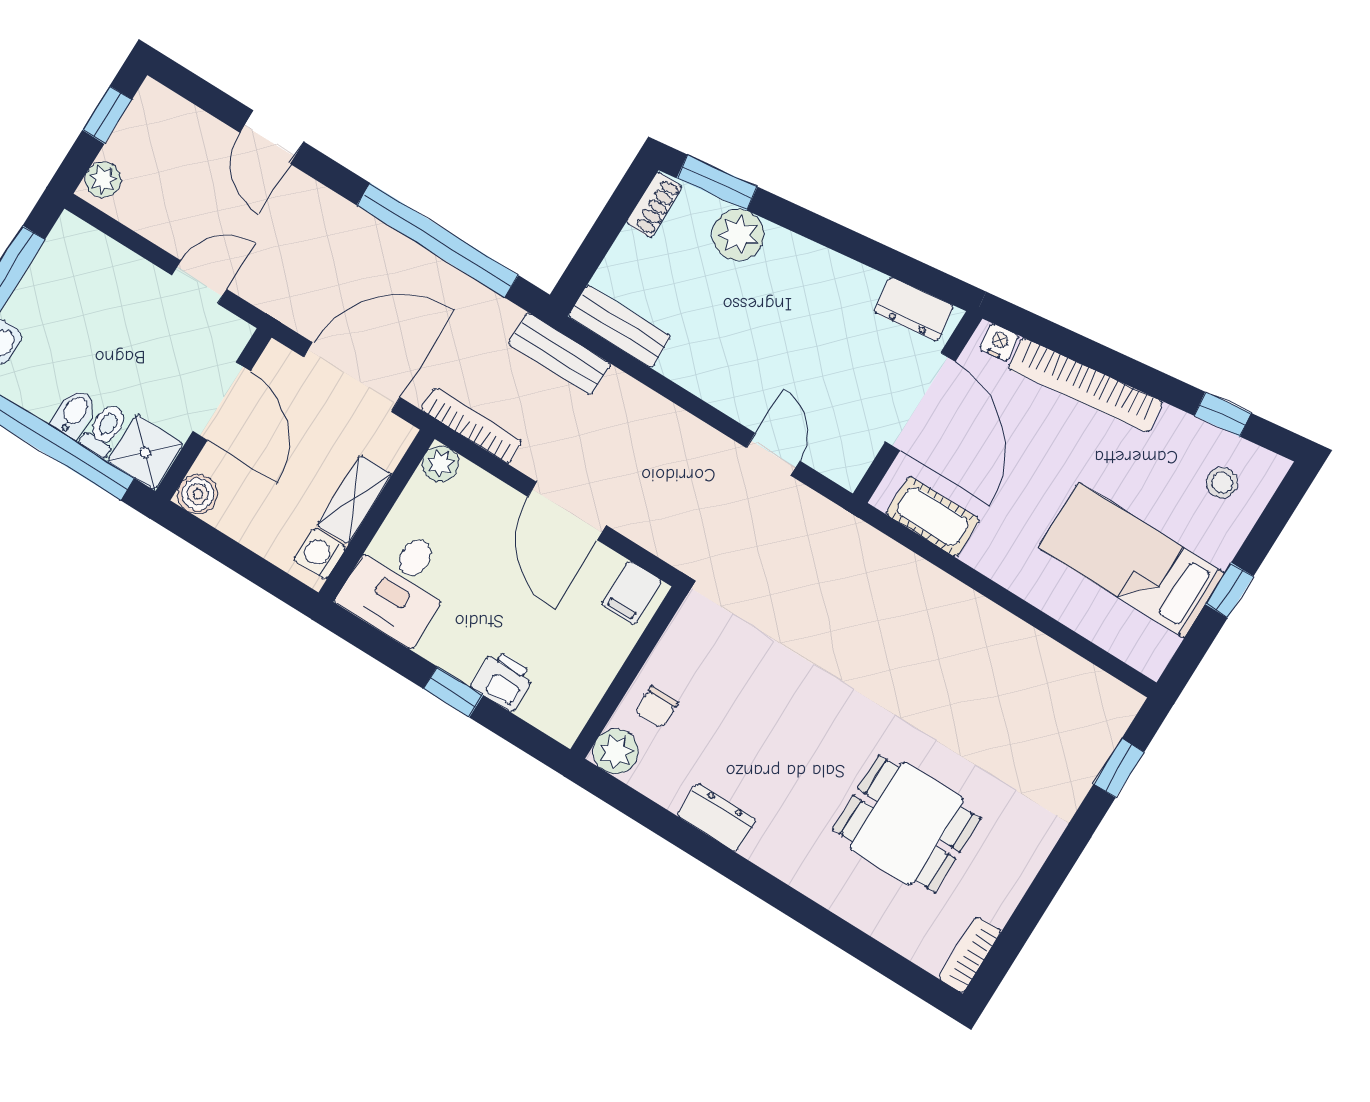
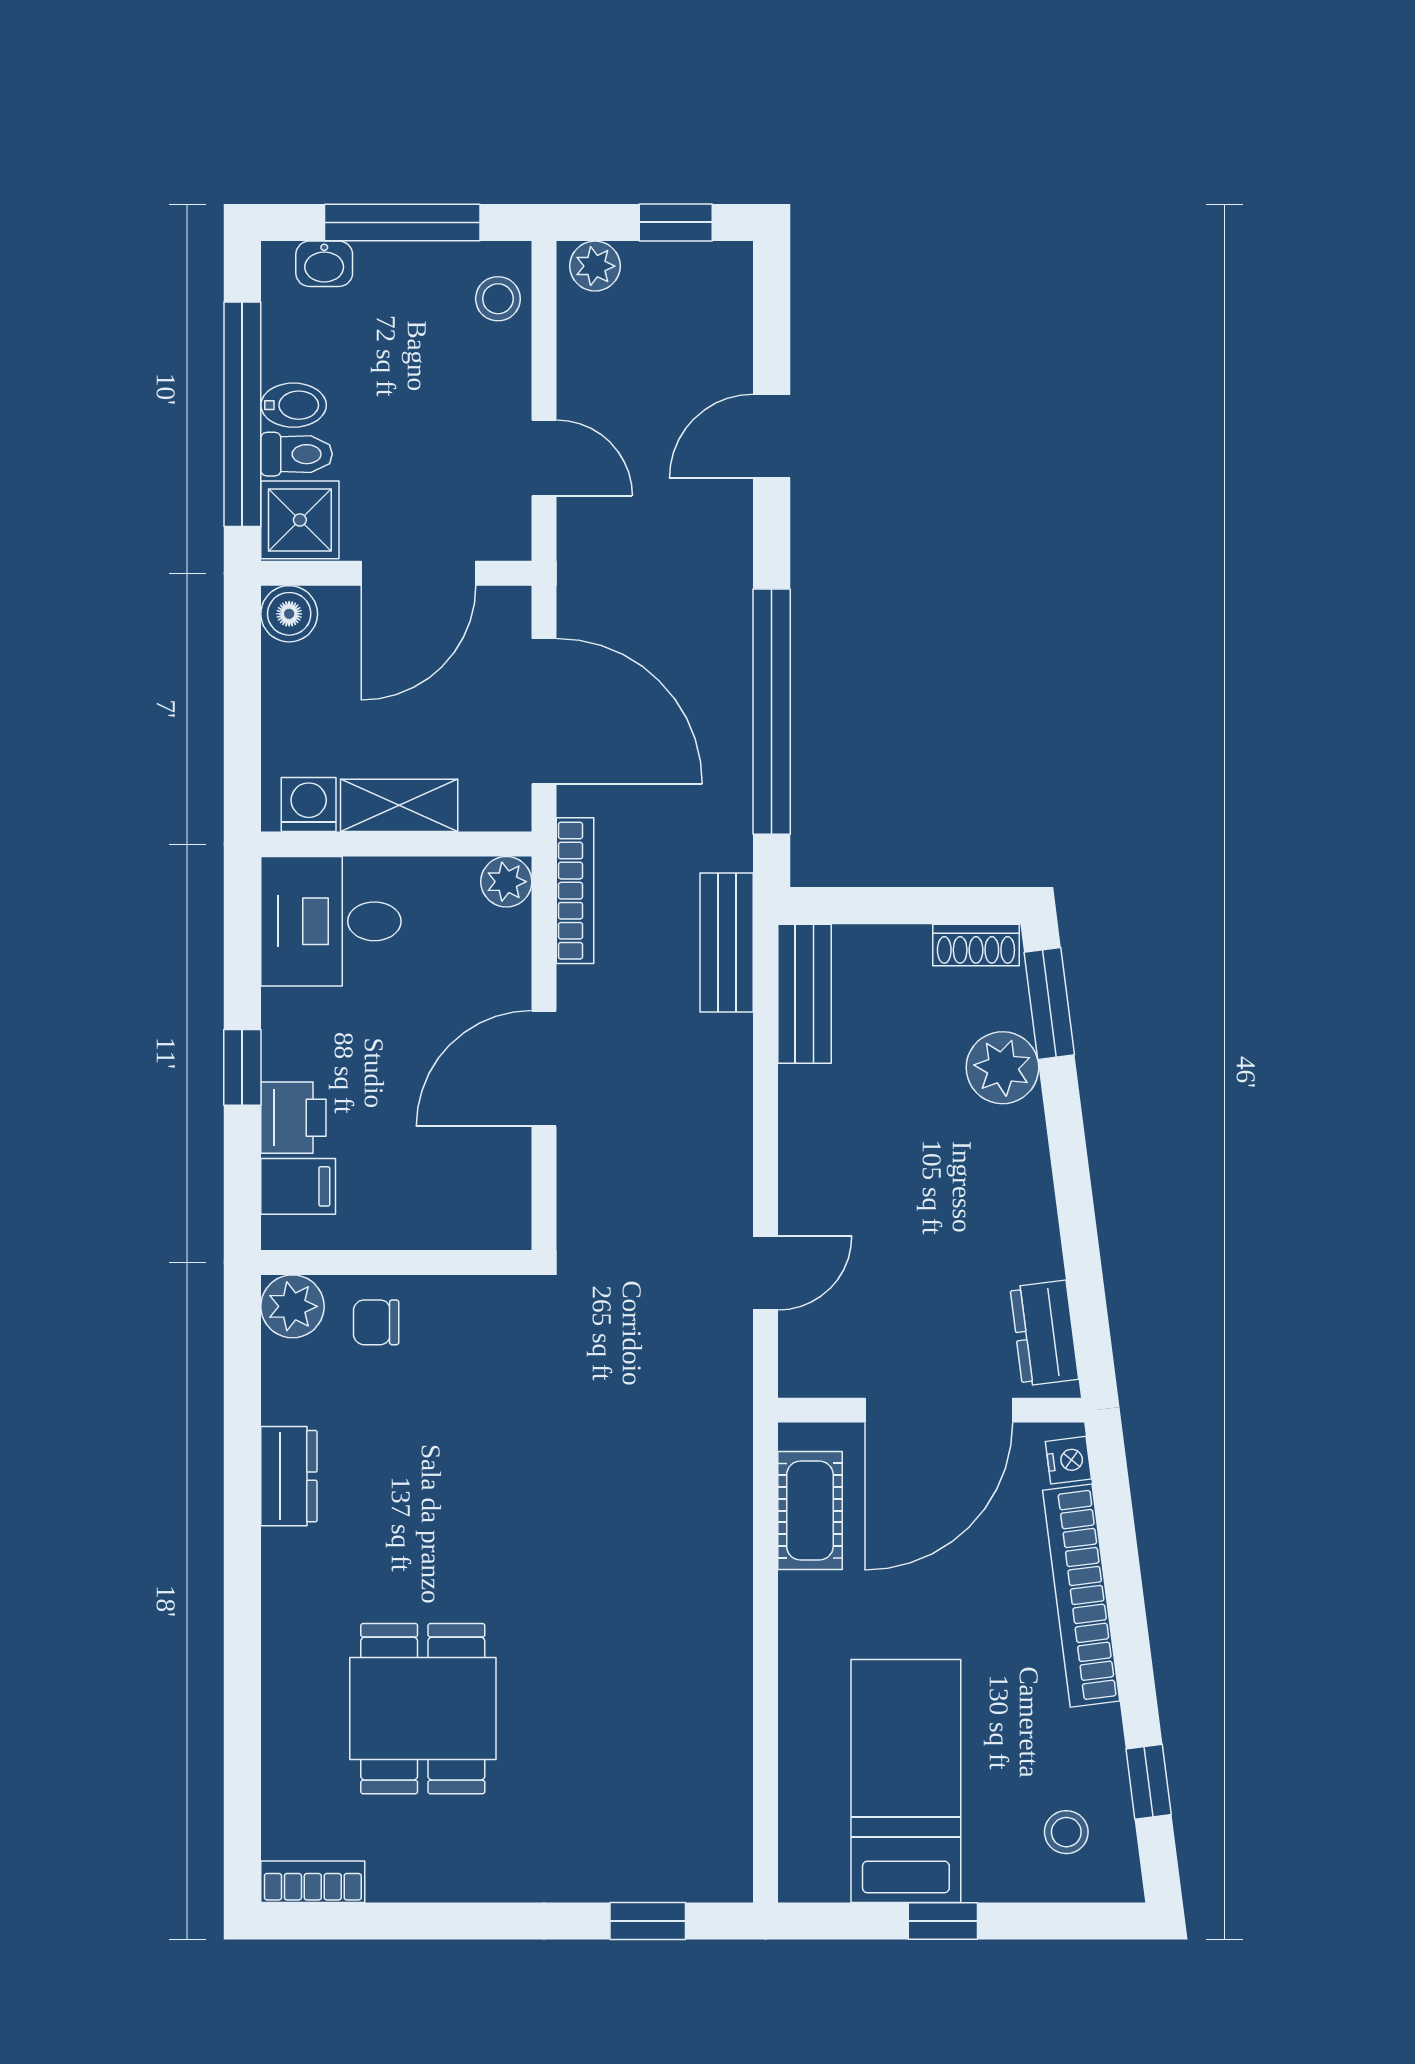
stool: (86, 250) -> (498, 299), added
filing cabinet: (632, 593) -> (298, 1186), moved, turned 180

